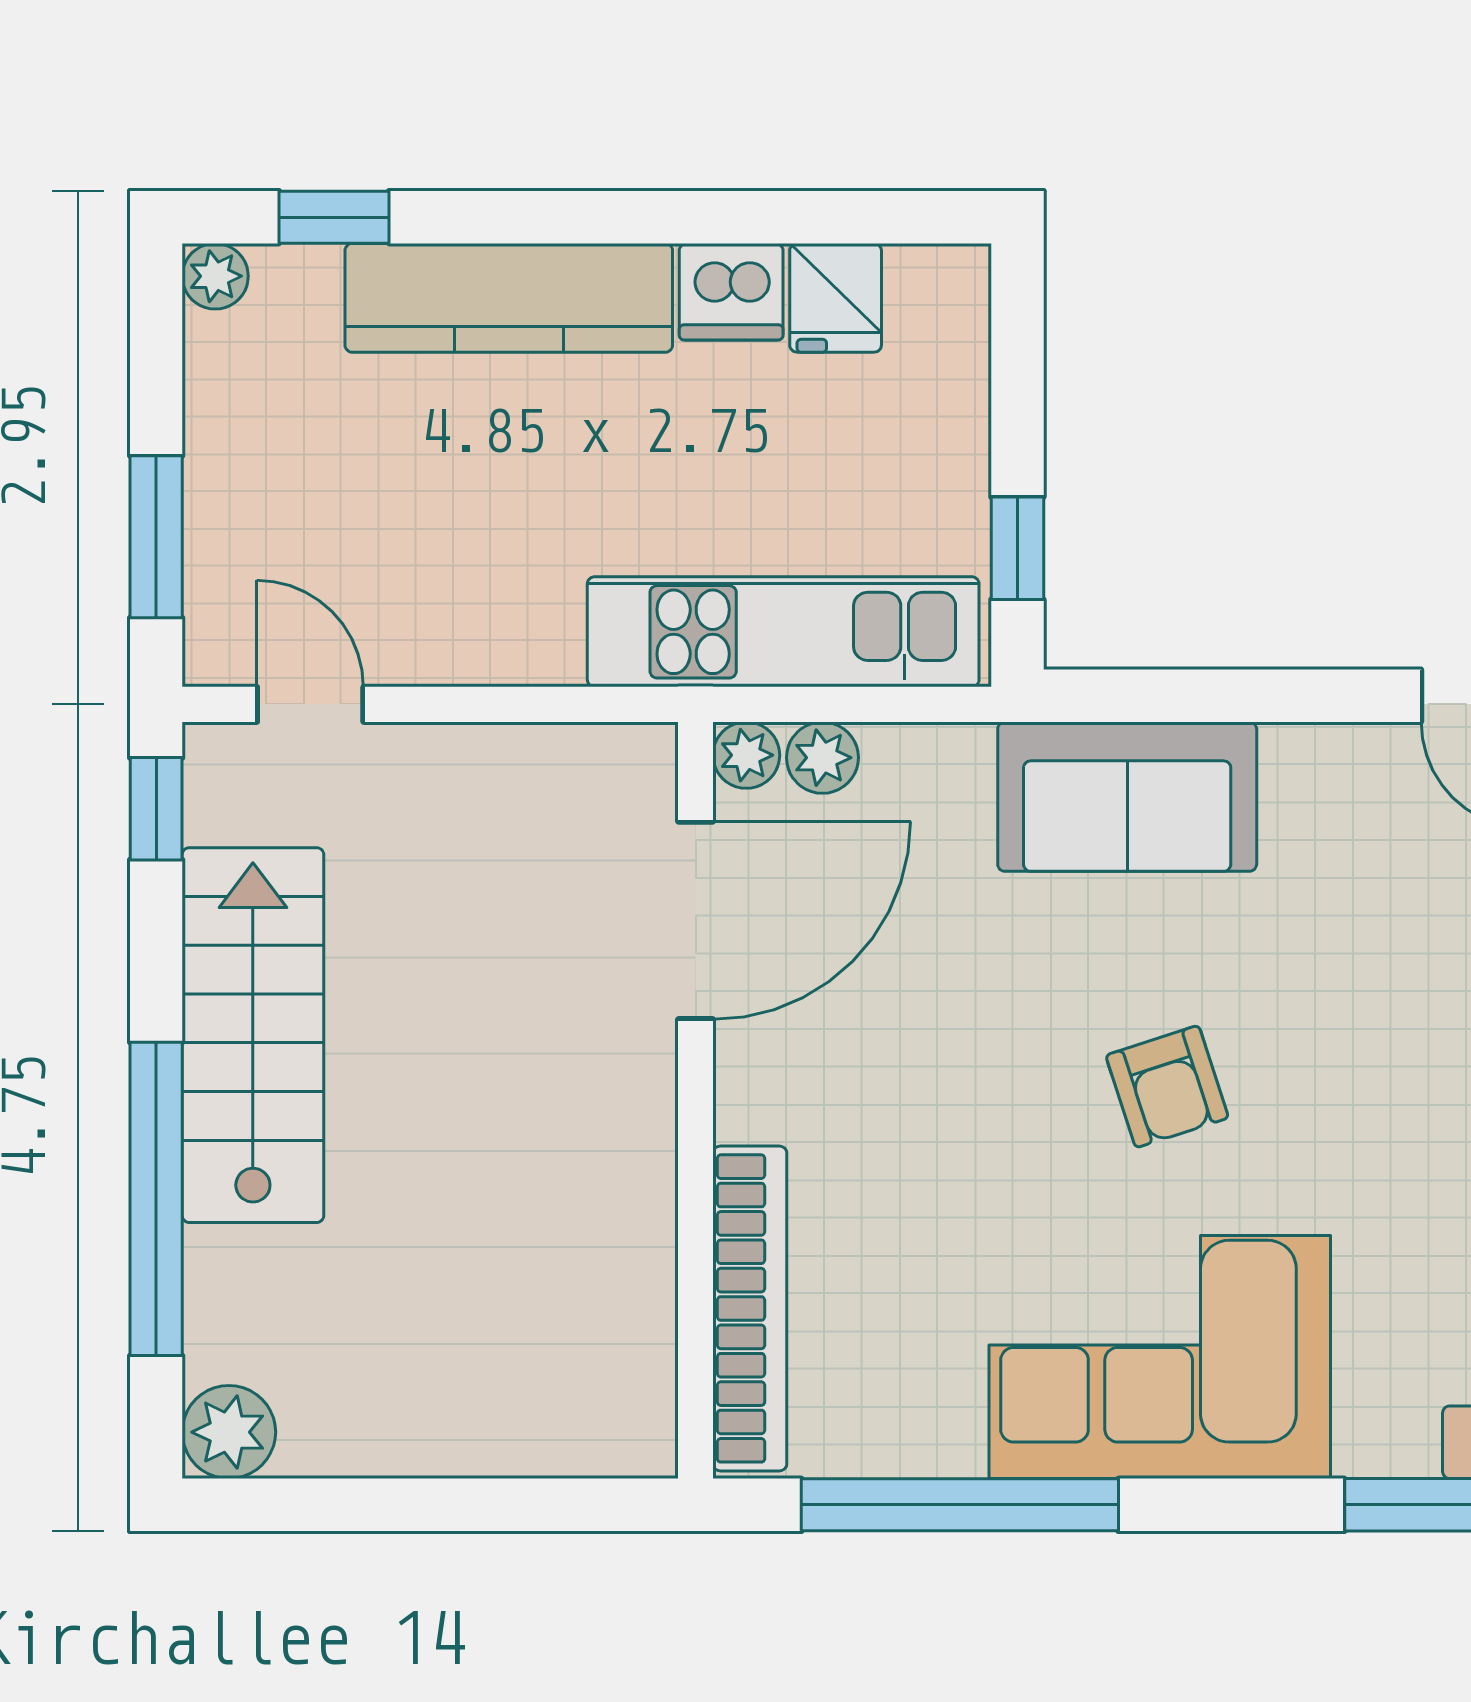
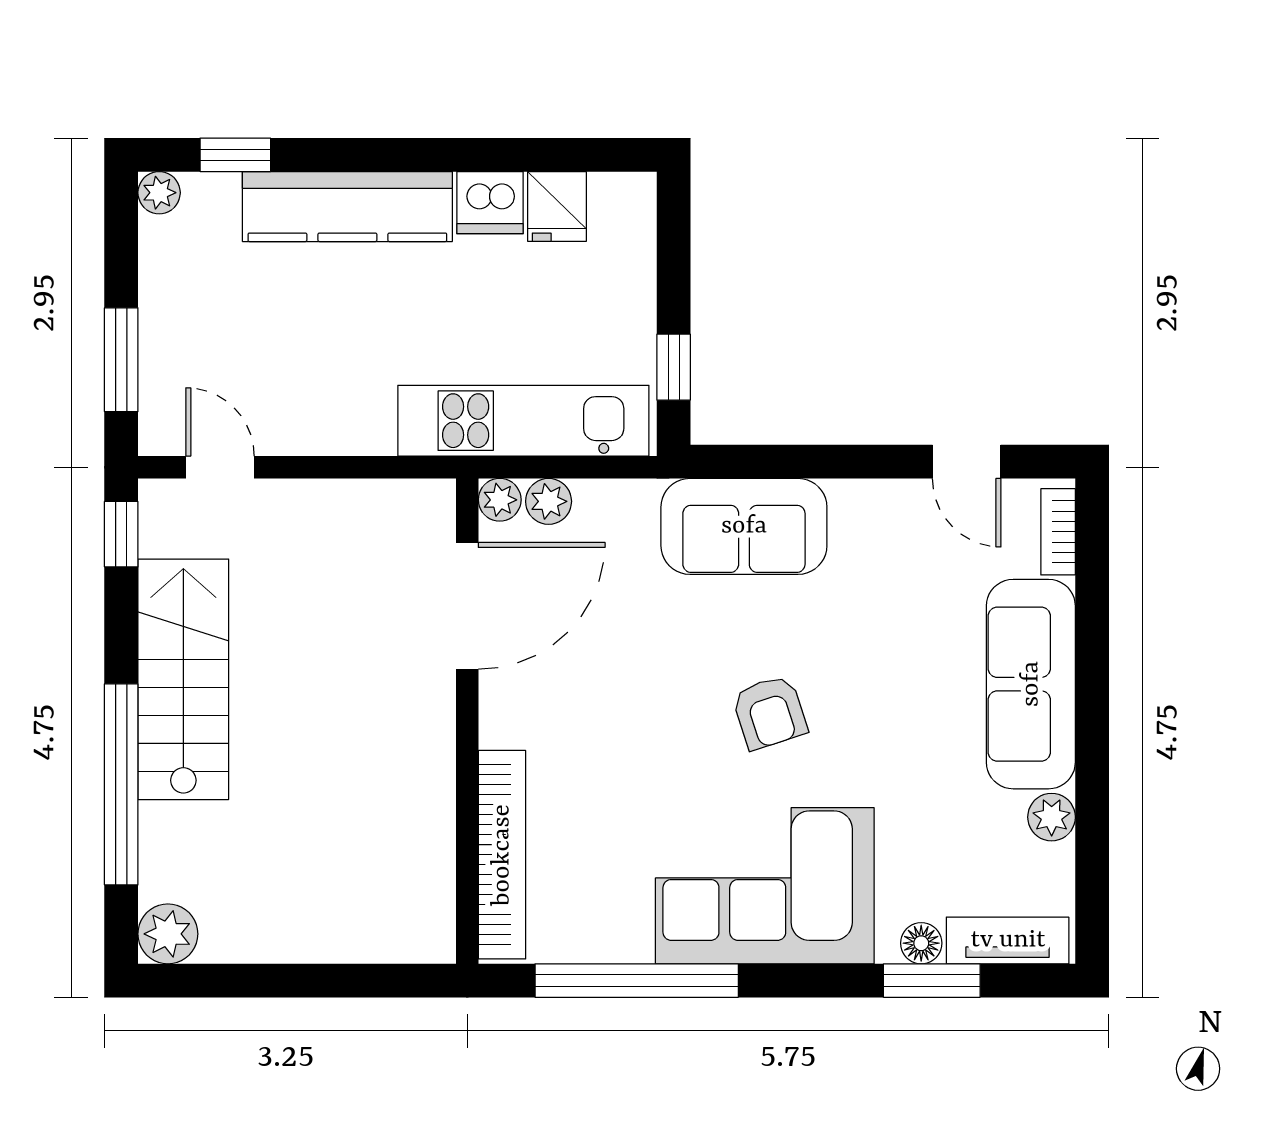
floor lamp: (1404, 1447) -> (921, 943), added

